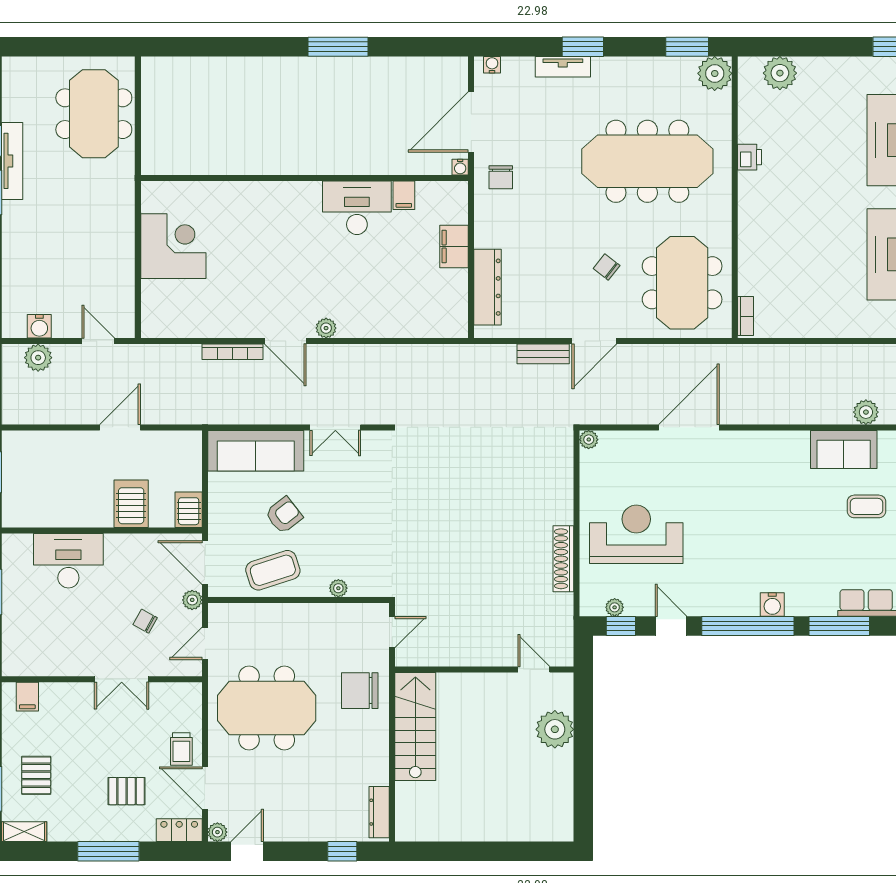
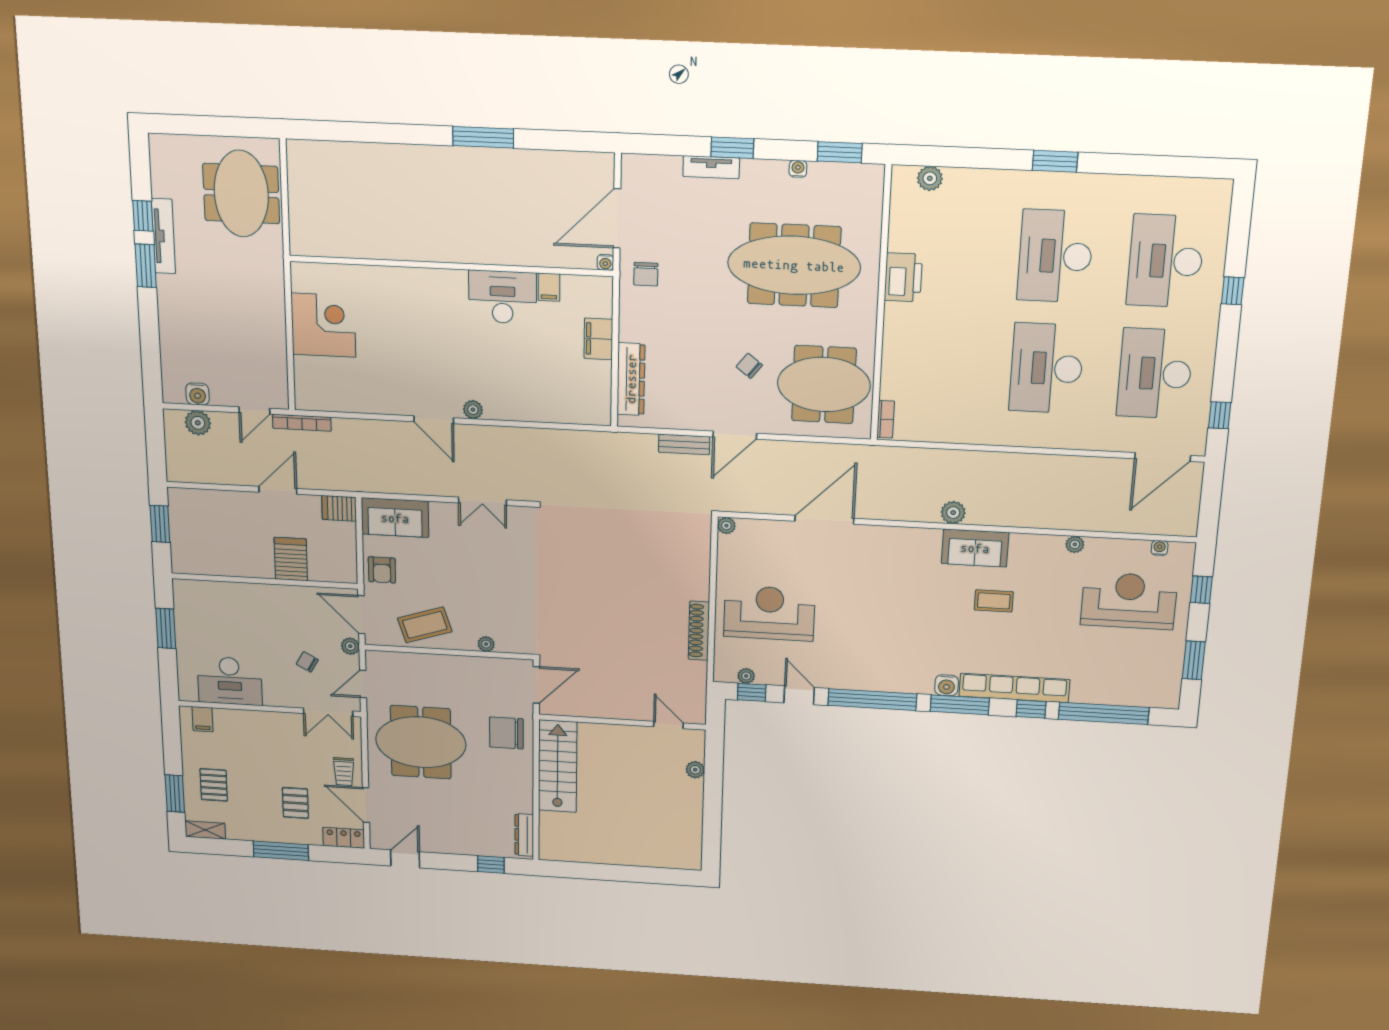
water cooler: (492, 65) -> (798, 169), moved
plant: (715, 73) -> (867, 181), removed
plant: (780, 73) -> (930, 178), width x0.73, depth x0.73
printer: (750, 157) -> (903, 277), width x1.87, depth x1.48
meeting table: (682, 283) -> (824, 385), turned 90
door: (98, 341) -> (254, 411), swing flipped
bookcase: (233, 352) -> (302, 423), moved
plant: (866, 412) -> (953, 513), moved
sofa: (256, 451) -> (395, 518), width x0.73
server rack: (189, 510) -> (339, 508), moved, turned -90
armchair: (284, 515) -> (382, 570), moved, turned 128
desk: (68, 561) -> (230, 681), moved, turned 180
water cooler: (772, 604) -> (947, 685), moved
door: (392, 632) -> (536, 685), width x1.38
double door: (122, 679) -> (328, 712), moved
plant: (555, 729) -> (695, 770), width x0.53, depth x0.53
pallet: (127, 791) -> (295, 803), turned 90
plant: (217, 832) -> (378, 842), removed

